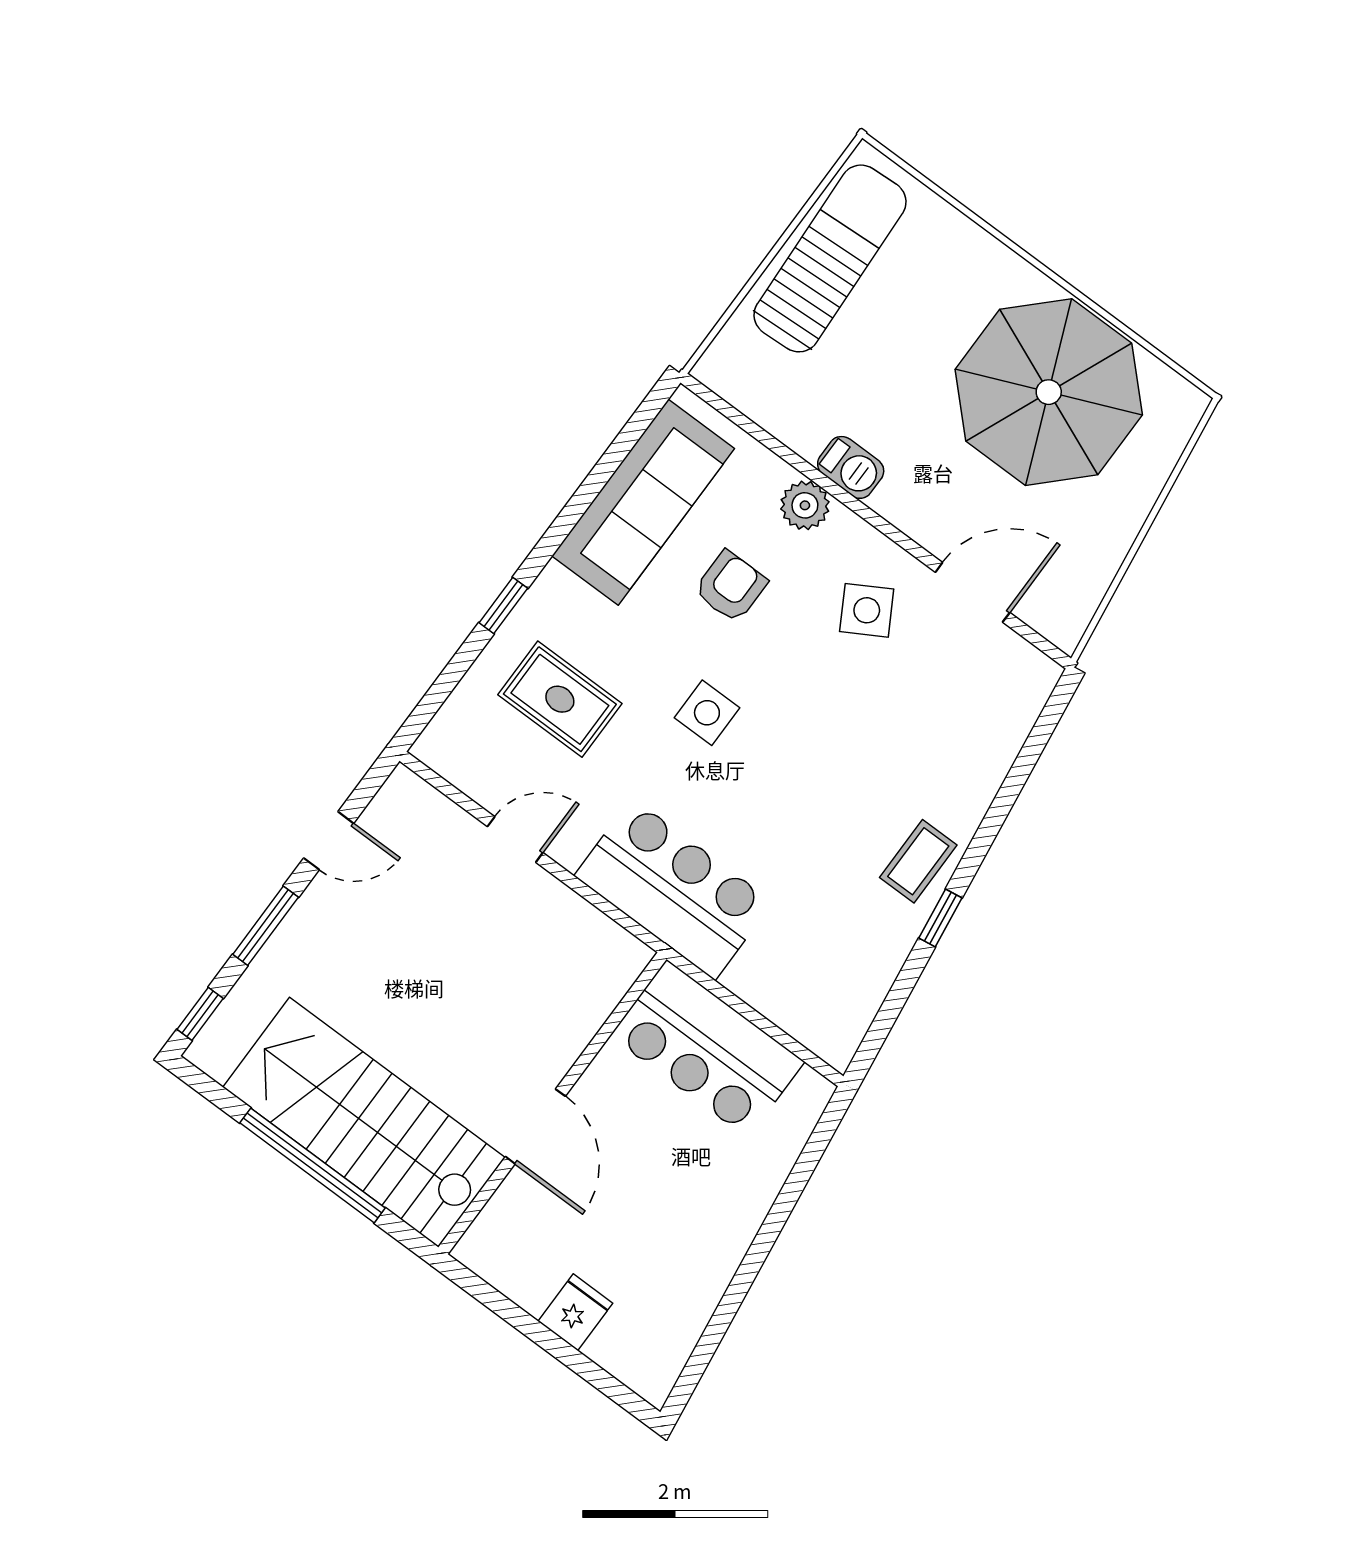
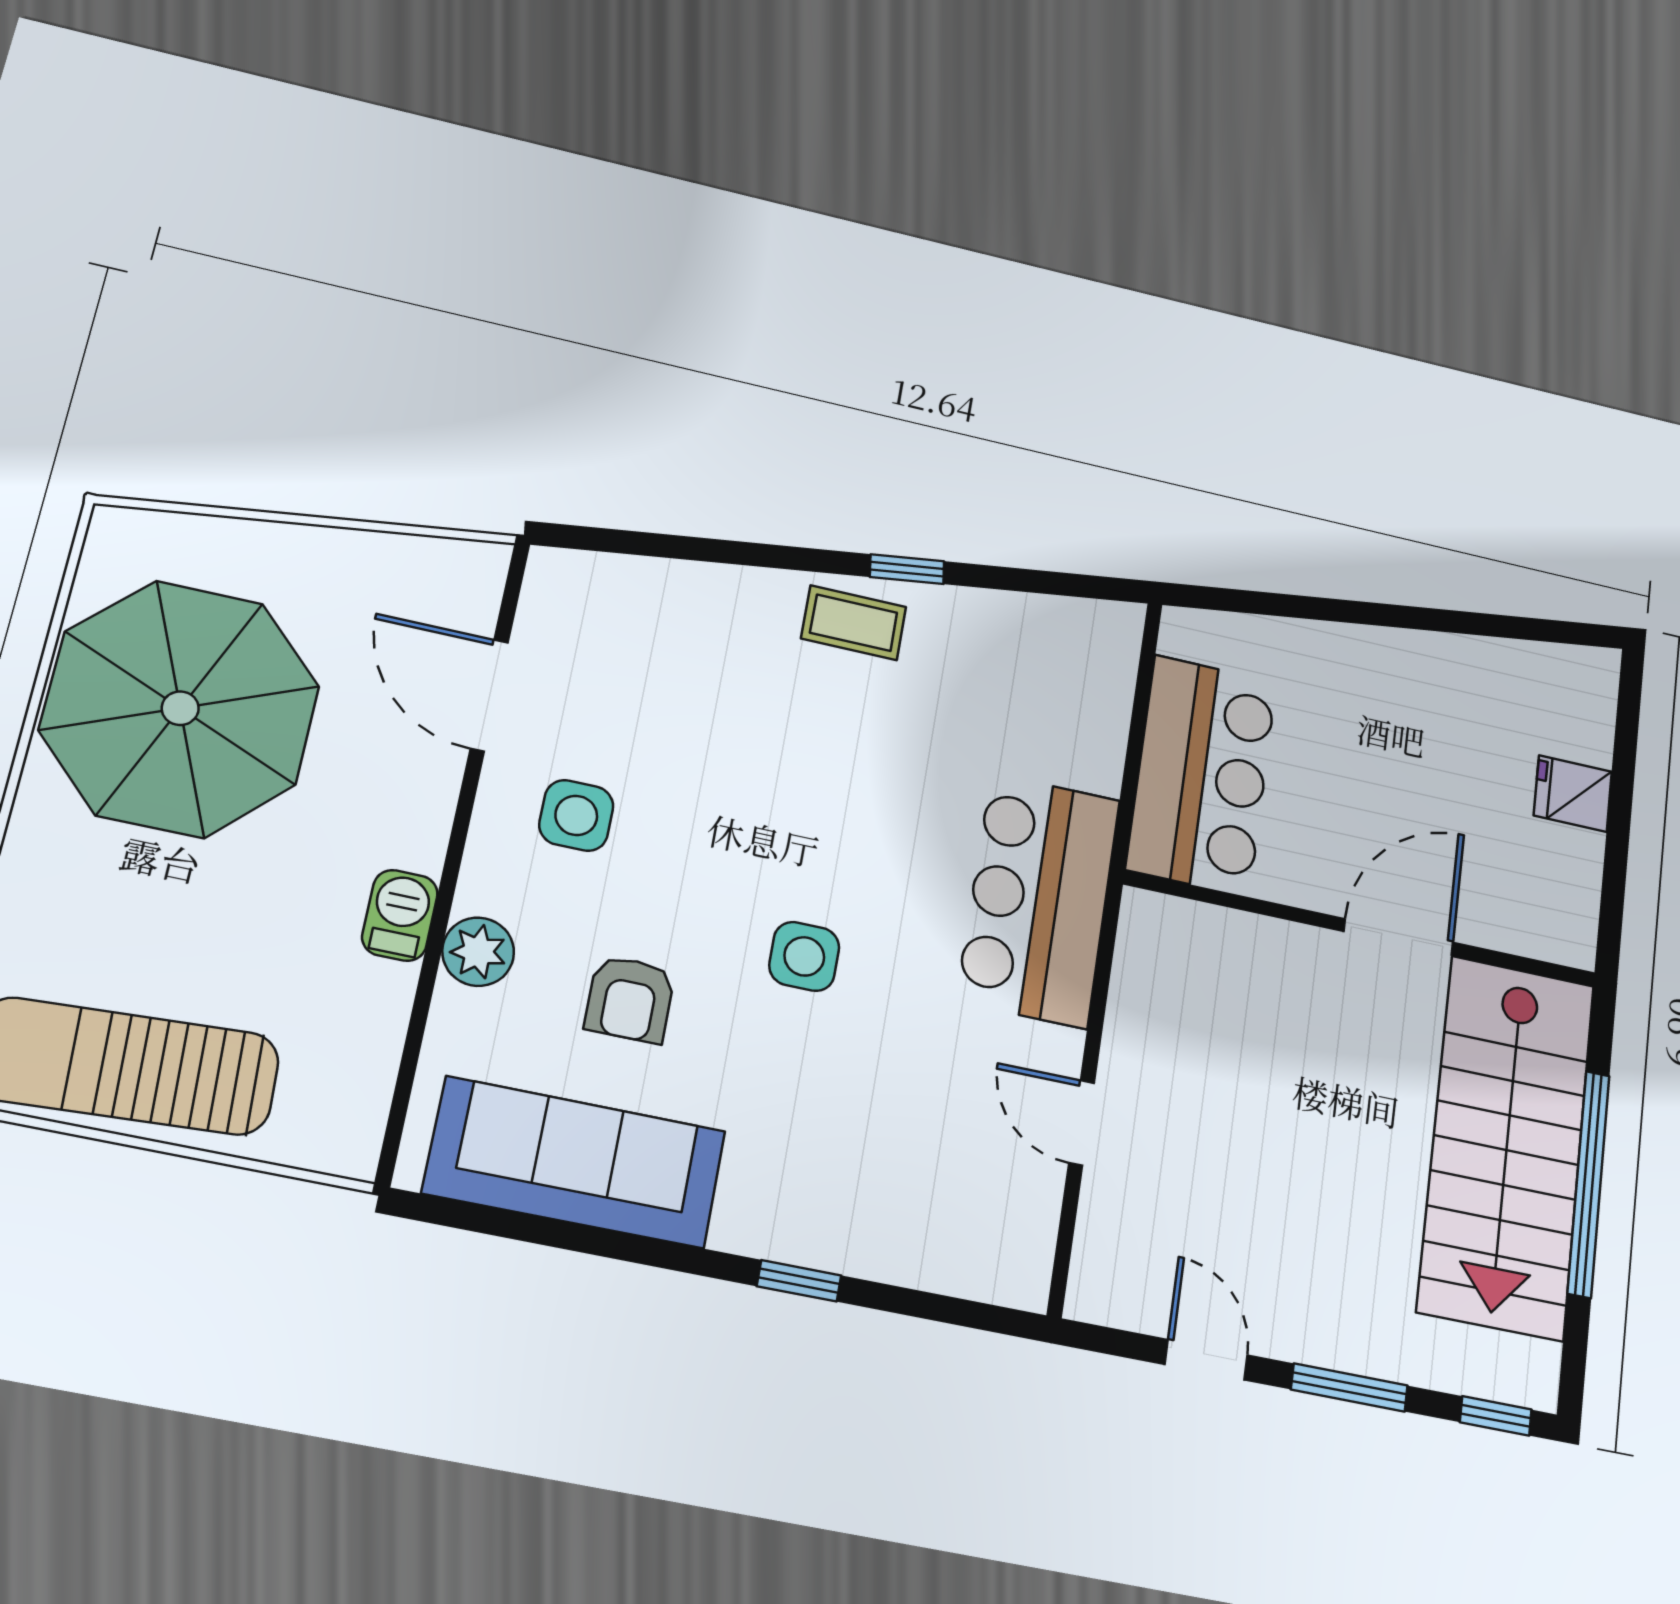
armchair: (731, 587) -> (630, 999), turned -90
side table: (867, 610) -> (576, 815), turned 30
rug: (560, 699) -> (881, 1150), removed

